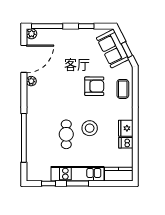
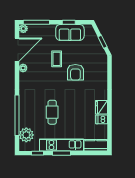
sofa: (113, 49) -> (70, 32), moved, turned -63
armchair: (94, 86) -> (75, 72), turned 90
coffee table: (123, 89) -> (57, 59), moved
stool: (90, 128) -> (72, 107), removed
plant: (35, 162) -> (26, 135), added

